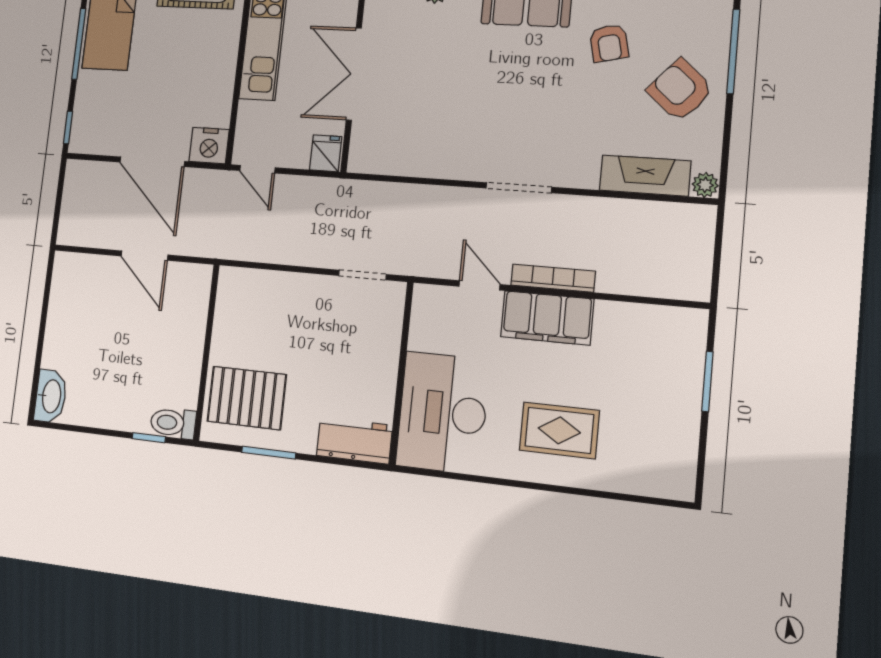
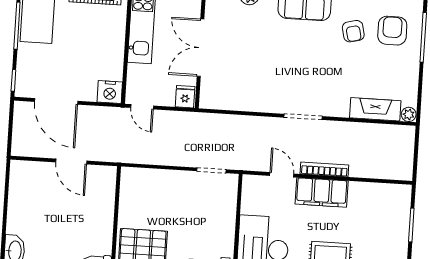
armchair: (680, 90) -> (392, 31), moved, turned 48
door: (152, 162) -> (56, 101), moved

